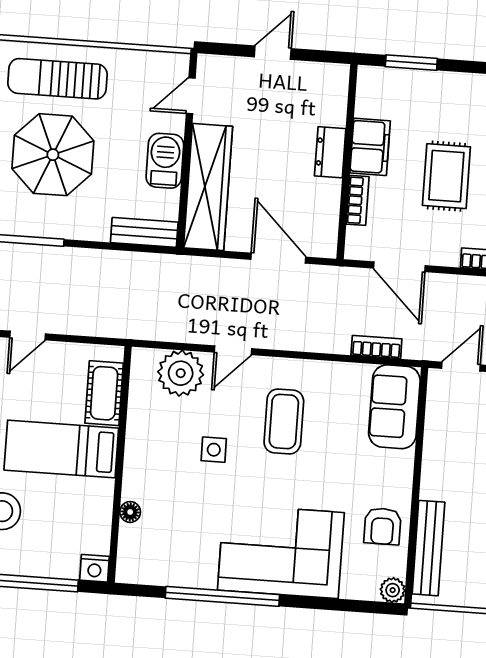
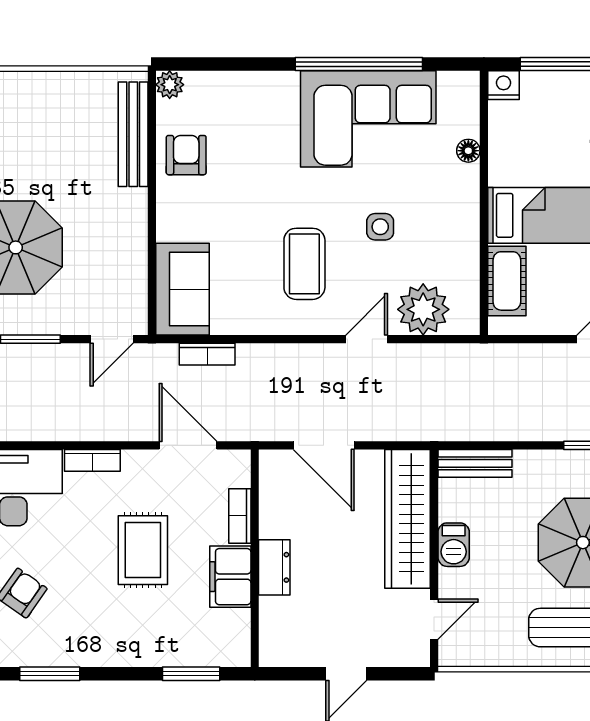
barbecue: (165, 161) -> (454, 545), width x0.73, depth x0.79
corner sofa: (281, 551) -> (368, 119), moved

